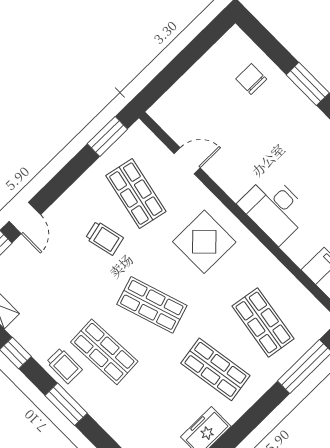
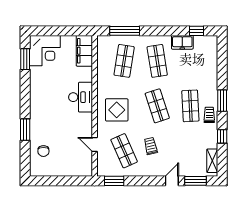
shop shelf: (136, 194) -> (124, 151), turned -36

